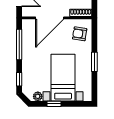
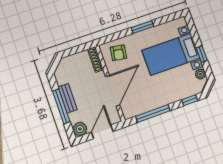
door: (50, 18) -> (113, 91), hinge flipped

